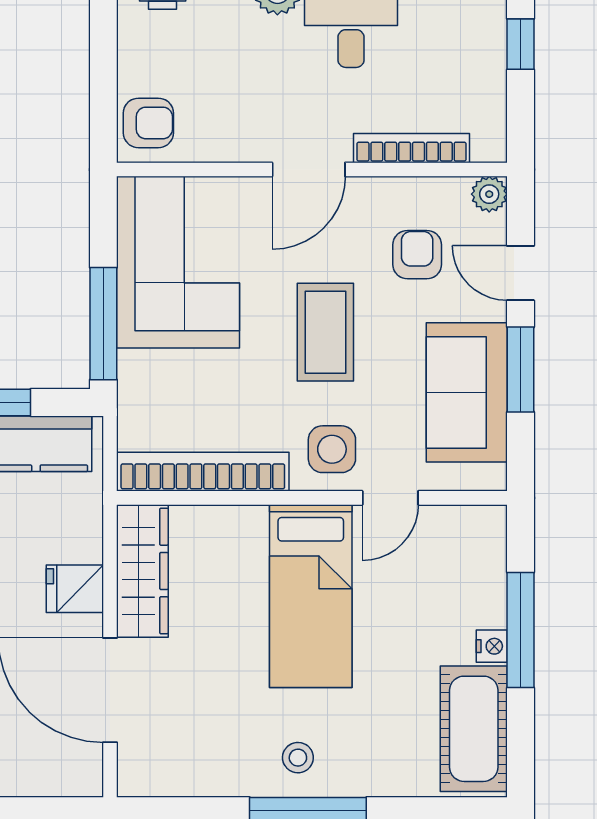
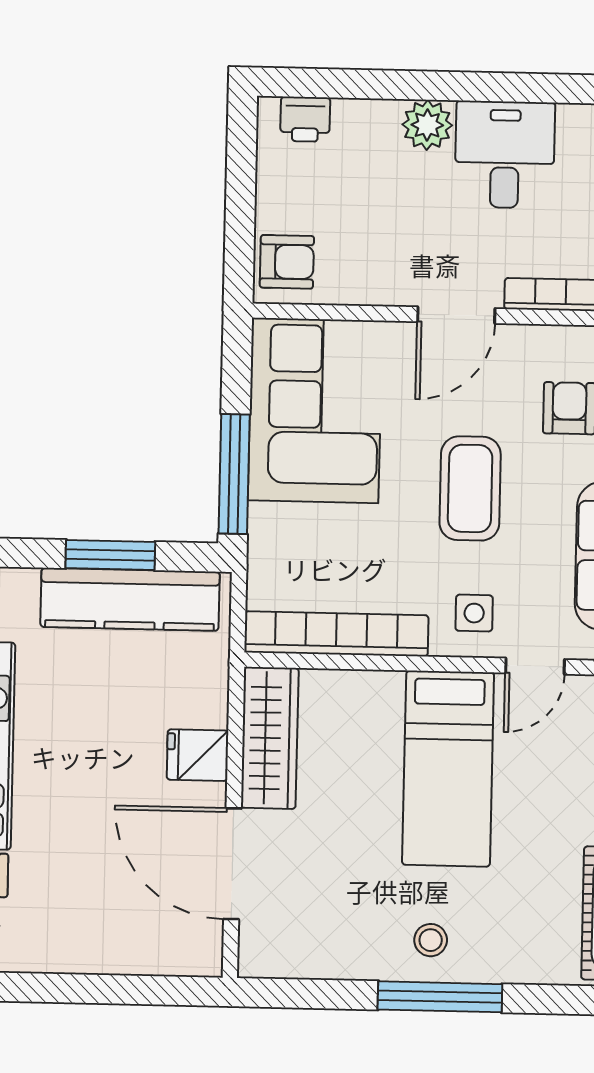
side table: (332, 449) -> (474, 613), width x0.73, depth x0.73

